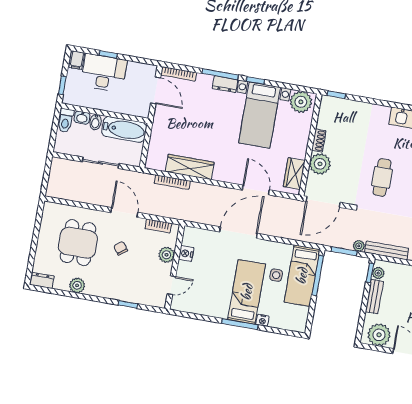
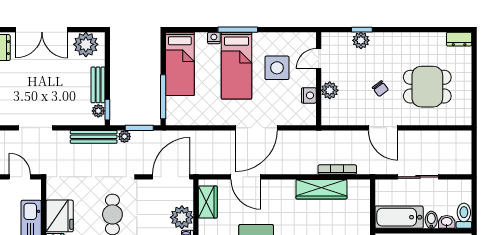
bookcase: (158, 226) -> (344, 120), removed
dining table: (78, 243) -> (427, 87), turned 90
side table: (276, 275) -> (277, 68), moved, width x1.87, depth x1.87
bed: (302, 276) -> (180, 64), moved, turned 180
plant: (77, 285) -> (361, 40), moved

